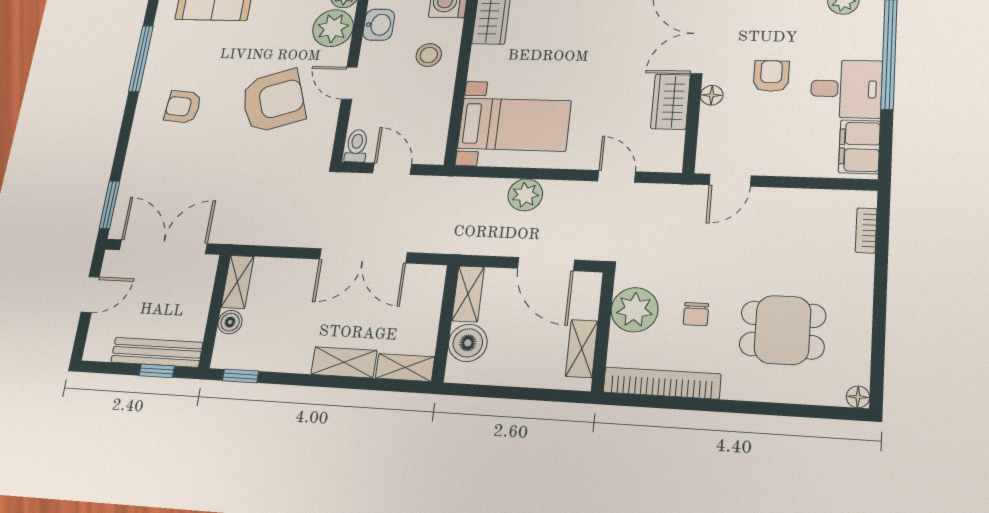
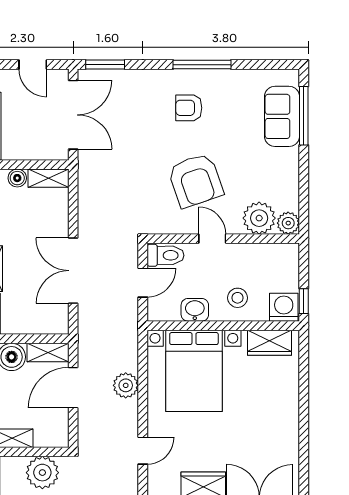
washbasin: (379, 25) -> (195, 310), moved, turned 180
window: (141, 58) -> (202, 65), moved
door: (349, 83) -> (212, 239), hinge flipped
armchair: (183, 107) -> (189, 108), turned -95
bed with nightstands: (514, 124) -> (194, 371), width x1.36
toilet: (357, 146) -> (165, 255), width x1.37, depth x1.39
door: (546, 264) -> (73, 388), moved

